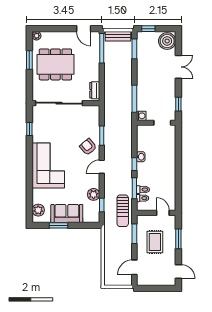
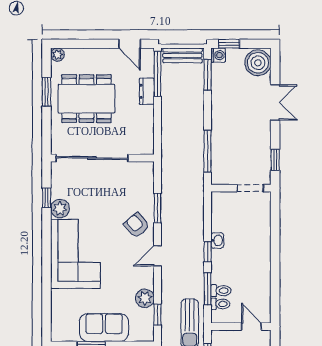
dresser: (95, 90) -> (147, 91), moved
washing machine: (141, 116) -> (218, 55), moved
plant: (38, 210) -> (60, 209), moved

